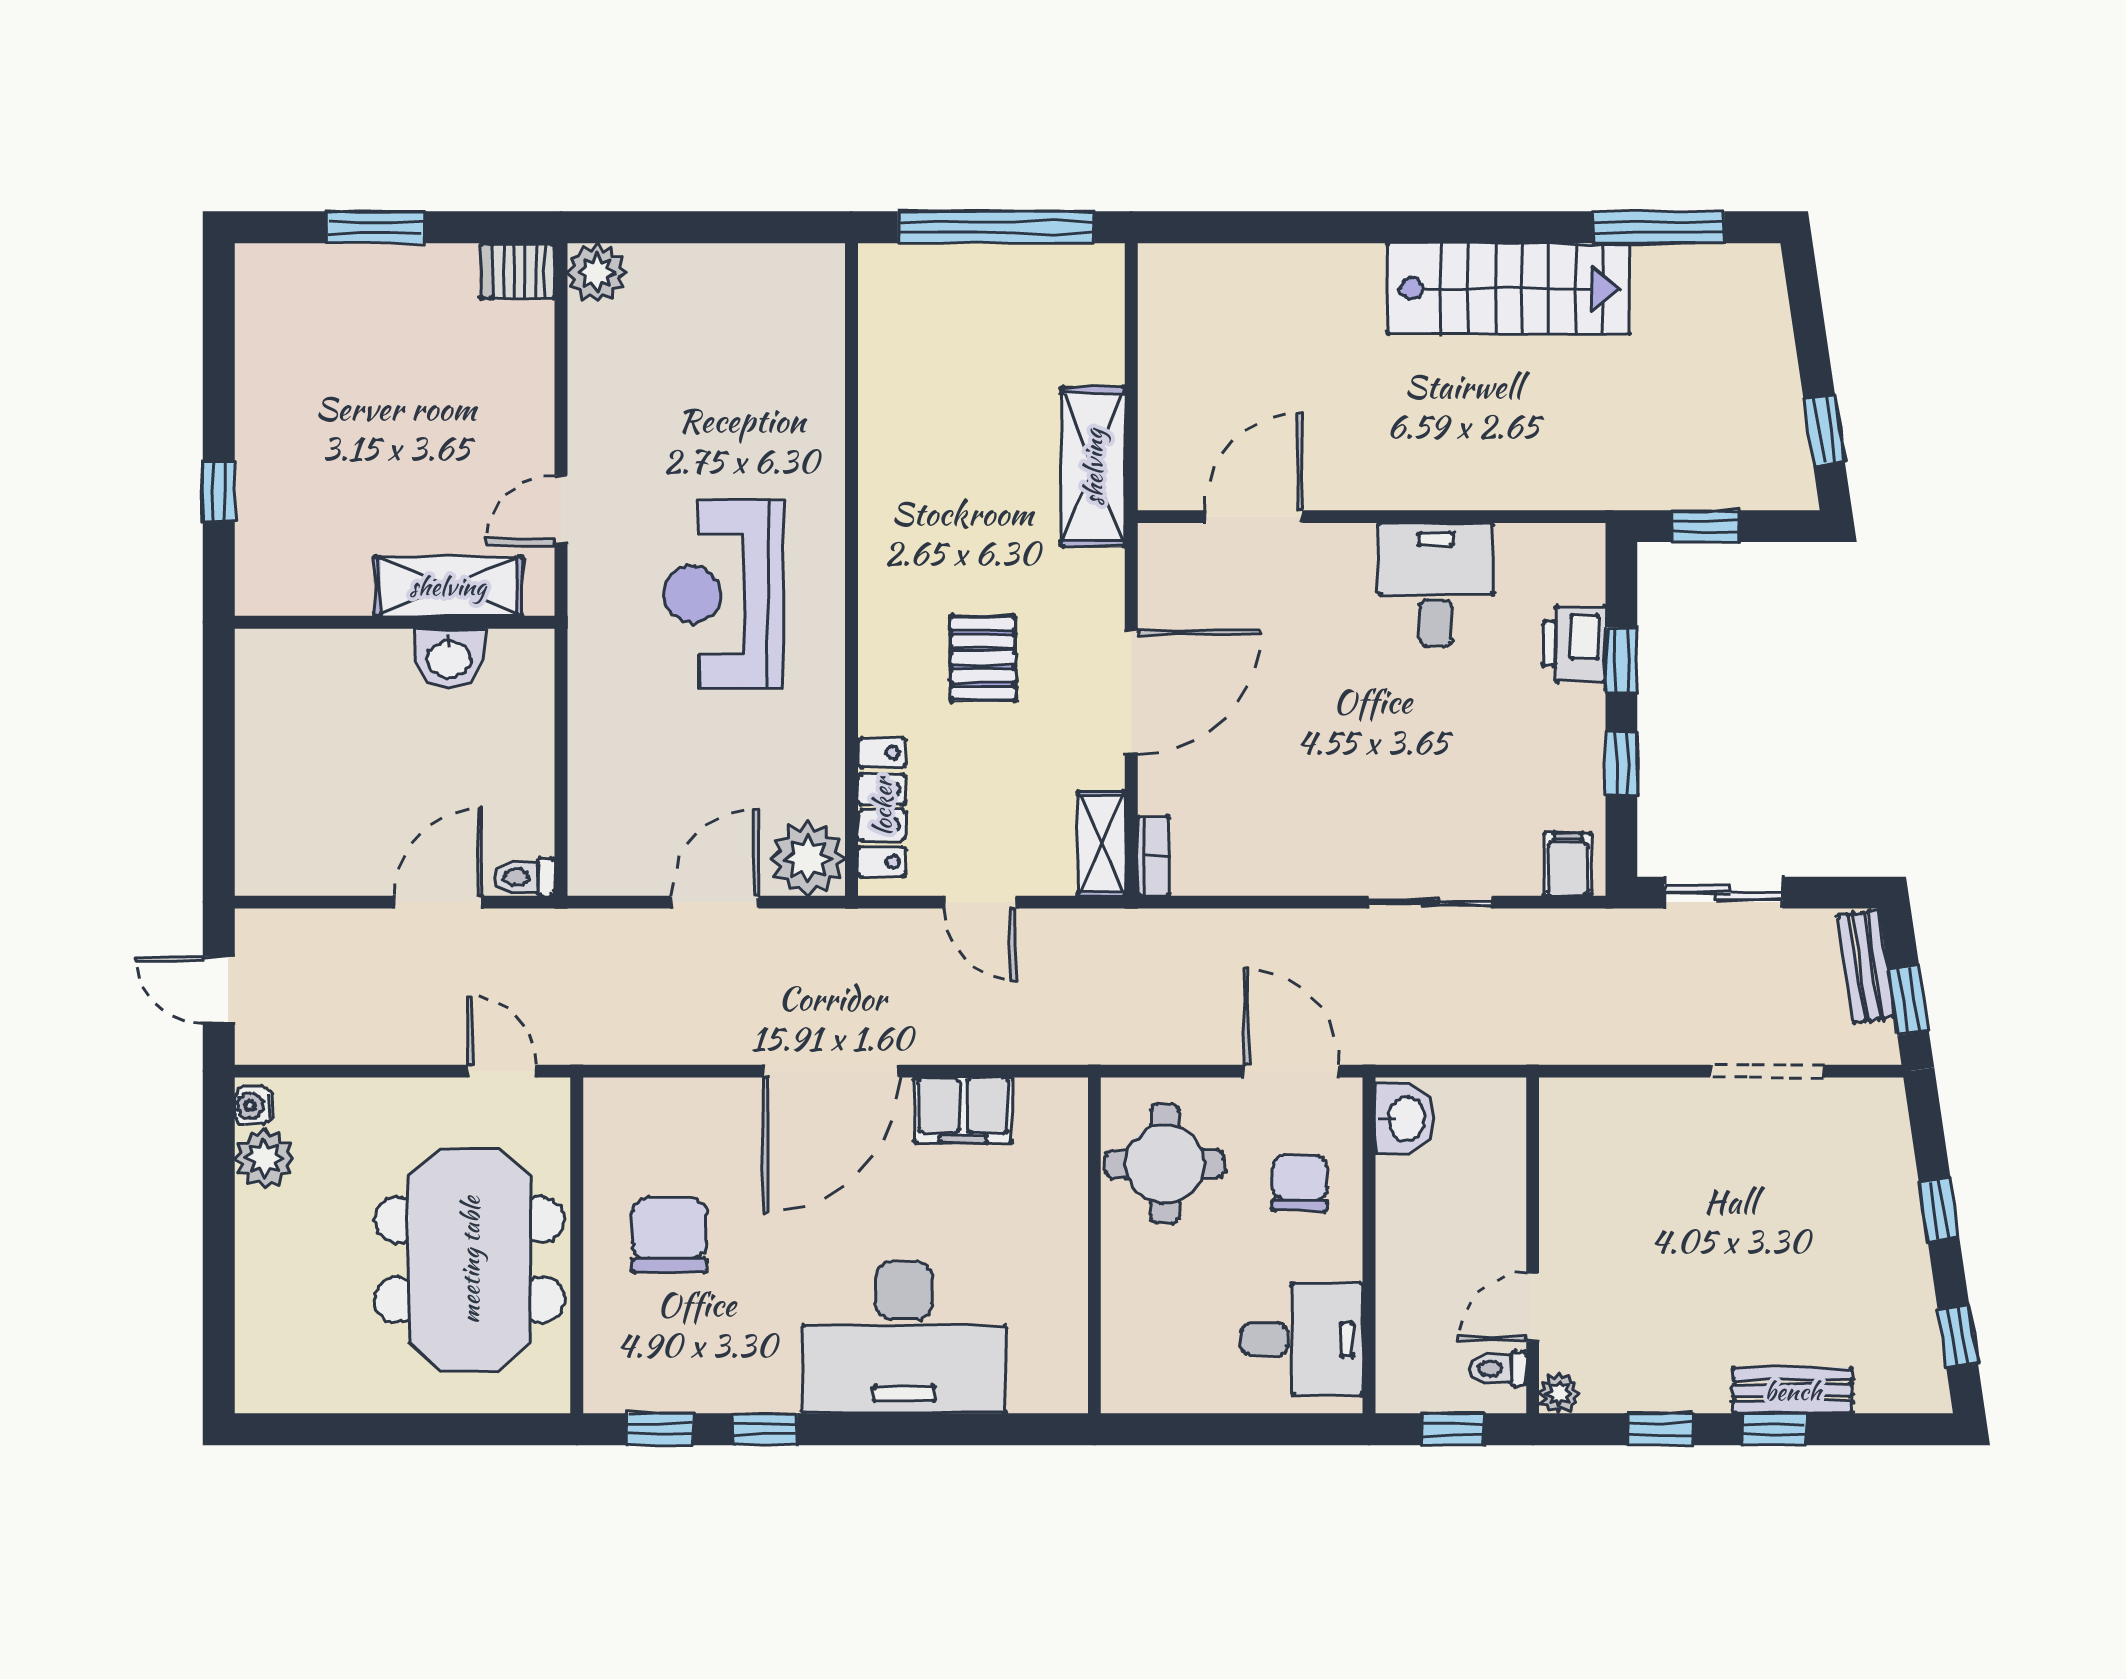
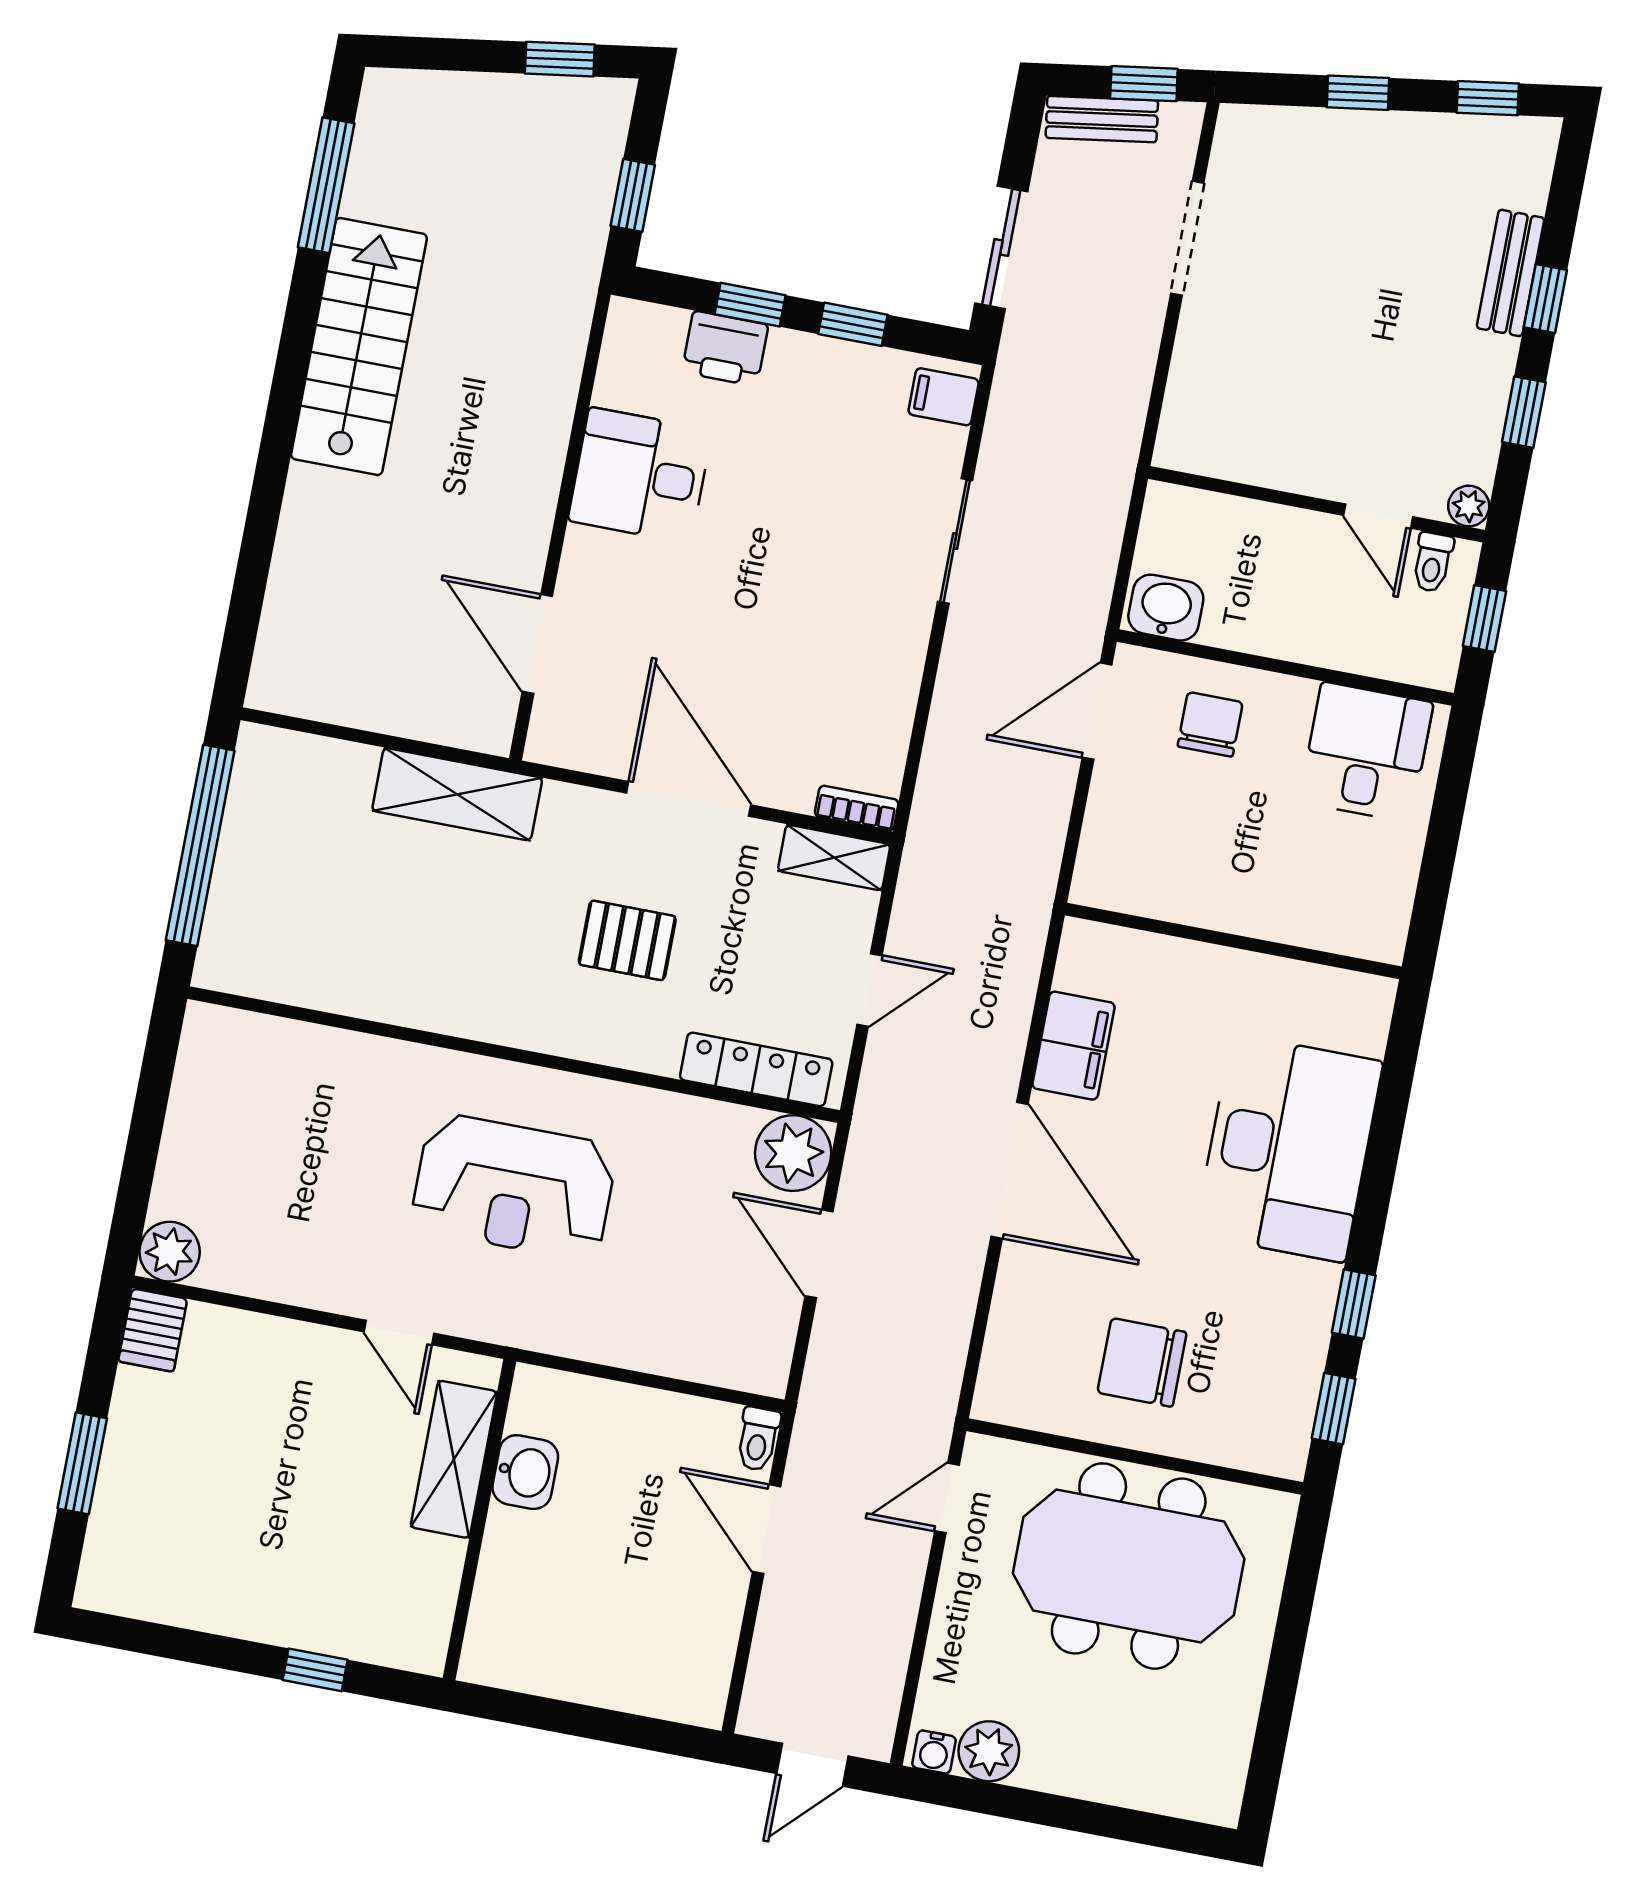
round table: (1165, 1164) -> (1165, 855), removed
chair: (1300, 1183) -> (1210, 724), turned 89

